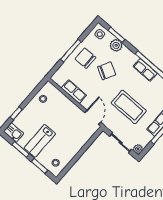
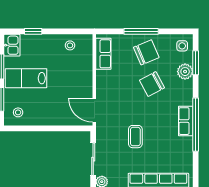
chair: (85, 58) -> (146, 52), turned 67
chair: (107, 71) -> (152, 84), turned 124
row of seats: (74, 92) -> (103, 54), moved
coffee table: (129, 107) -> (135, 137), width x0.54, depth x0.58
door: (93, 117) -> (94, 110), swing flipped

